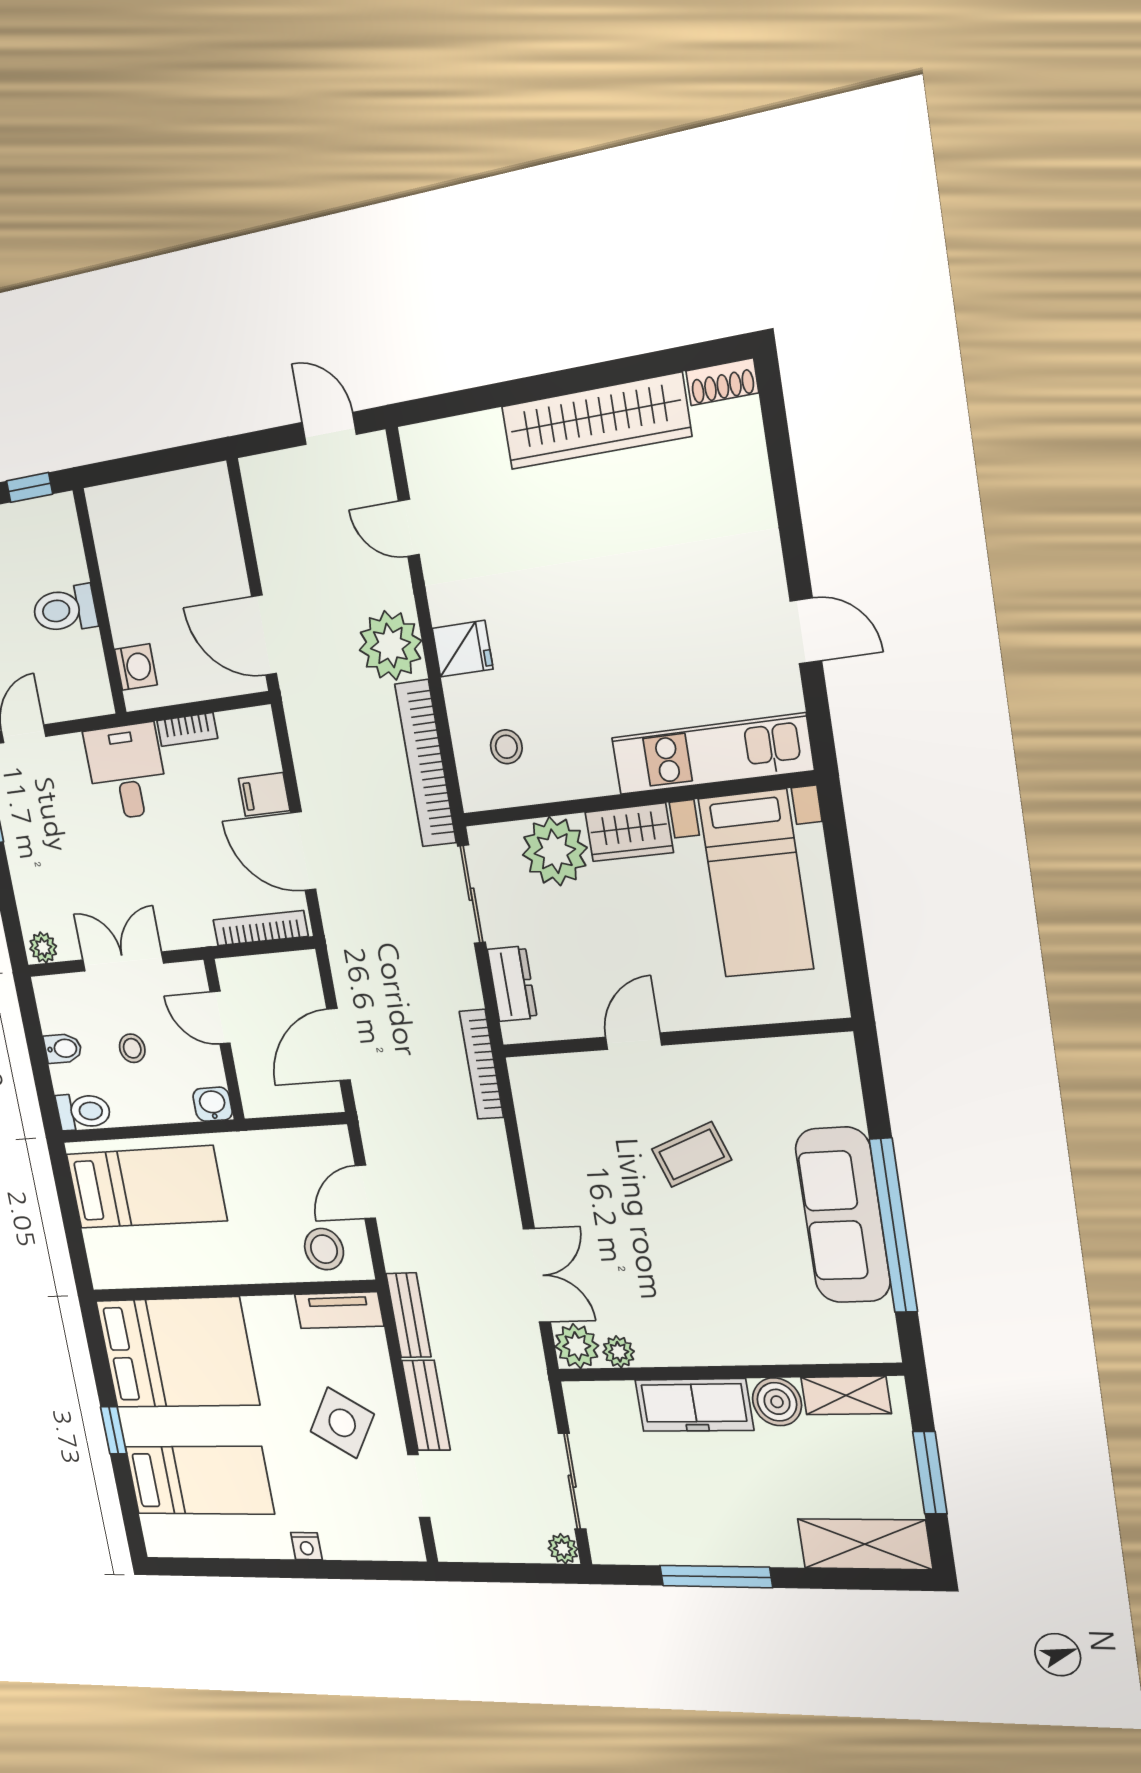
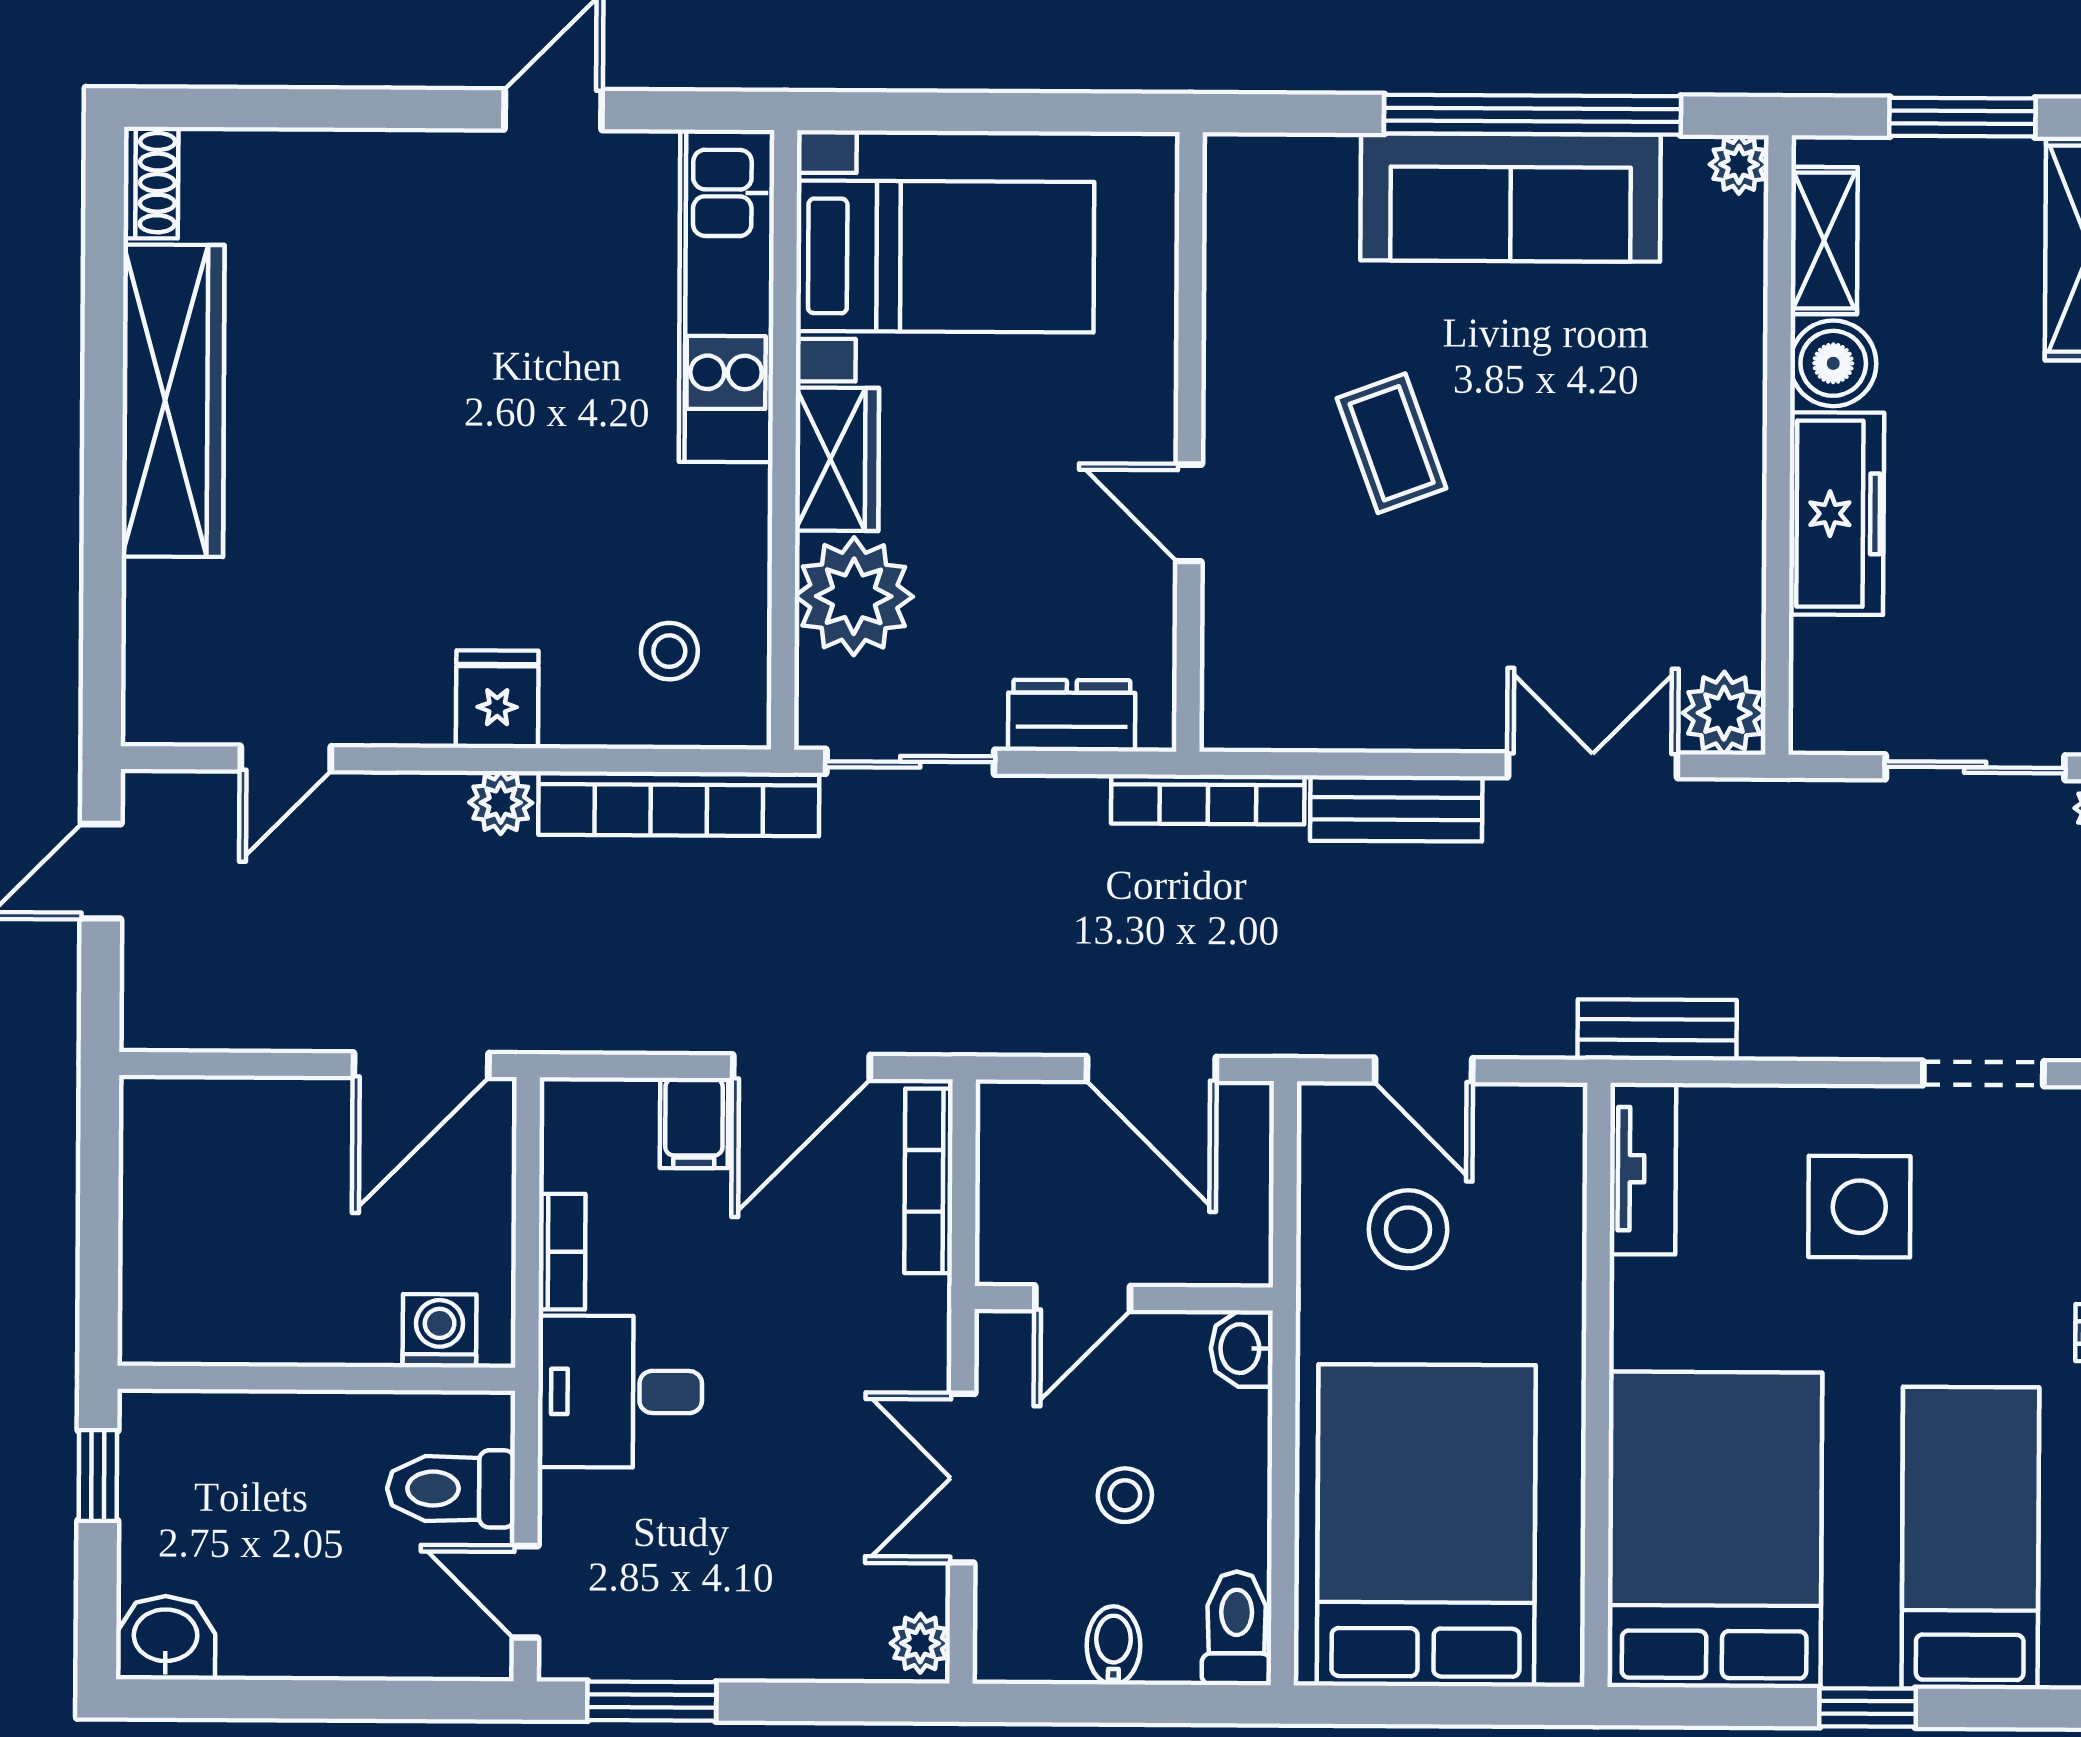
toilet: (65, 610) -> (451, 1489), moved, turned 90
plant: (390, 645) -> (501, 803), width x0.53, depth x0.53
bed: (146, 1187) -> (1426, 1525), width x1.50
stool: (324, 1249) -> (1408, 1229), moved
plant: (619, 1352) -> (1739, 164), moved
bench: (426, 1405) -> (1396, 809), moved
side table: (342, 1423) -> (1859, 1207), turned -32

